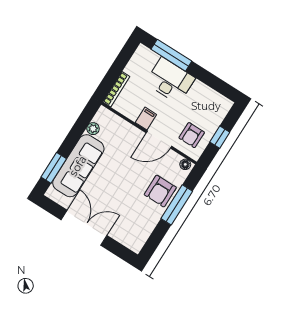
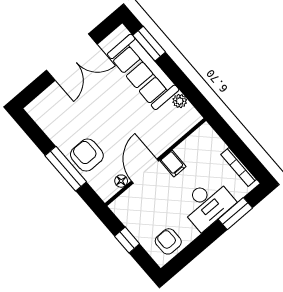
window: (171, 55) -> (235, 214), width x0.69
bookcase: (116, 89) -> (239, 167), moved
armchair: (192, 135) -> (168, 241), moved
floor lamp: (185, 164) -> (121, 181), moved

